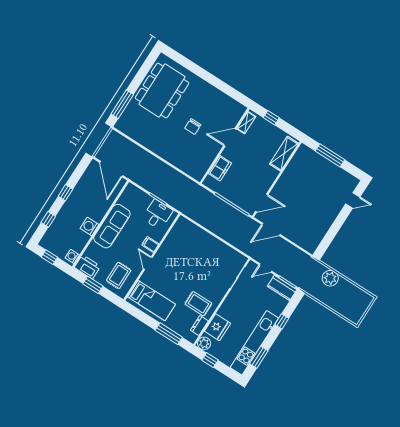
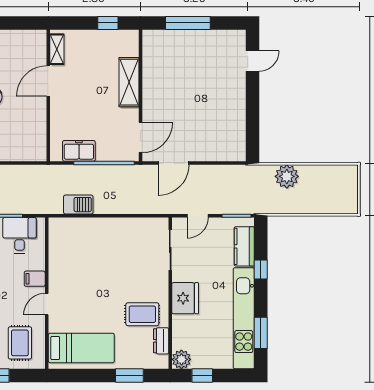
window: (271, 118) -> (108, 23), moved
shelving: (284, 154) -> (129, 82), moved
freezer: (220, 168) -> (79, 151), moved, turned -90
barbecue: (202, 218) -> (78, 205), added
door: (148, 263) -> (47, 304), hinge flipped
kitchen counter: (282, 288) -> (244, 246), moved, turned 90
fridge: (217, 327) -> (185, 298), moved
window: (169, 334) -> (129, 376), width x0.69

